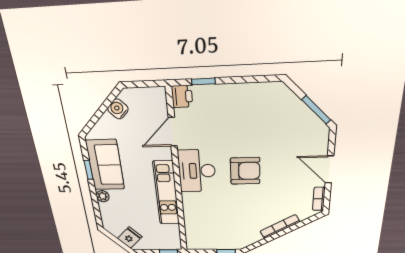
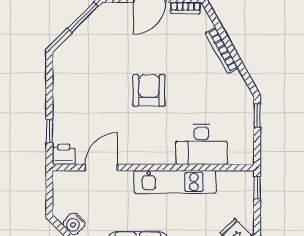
door: (173, 132) -> (101, 168), swing flipped
desk: (197, 171) -> (201, 144), moved

